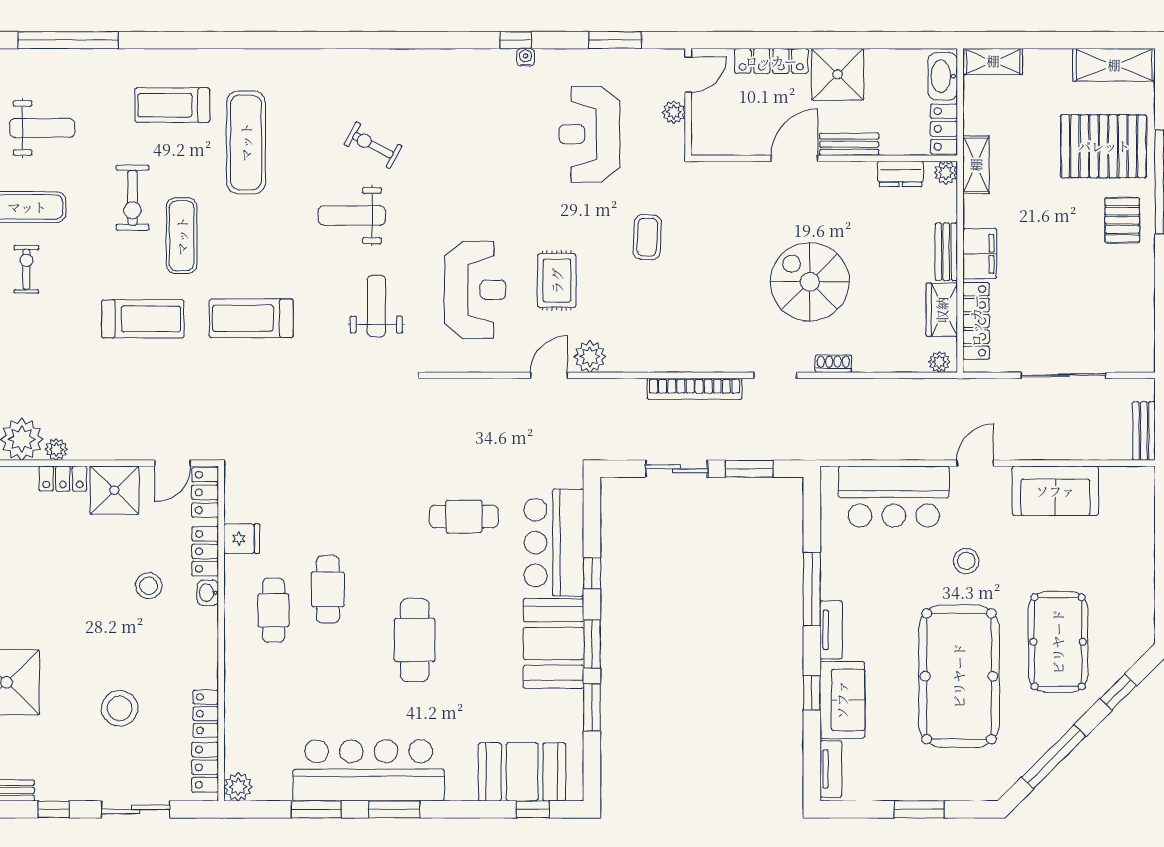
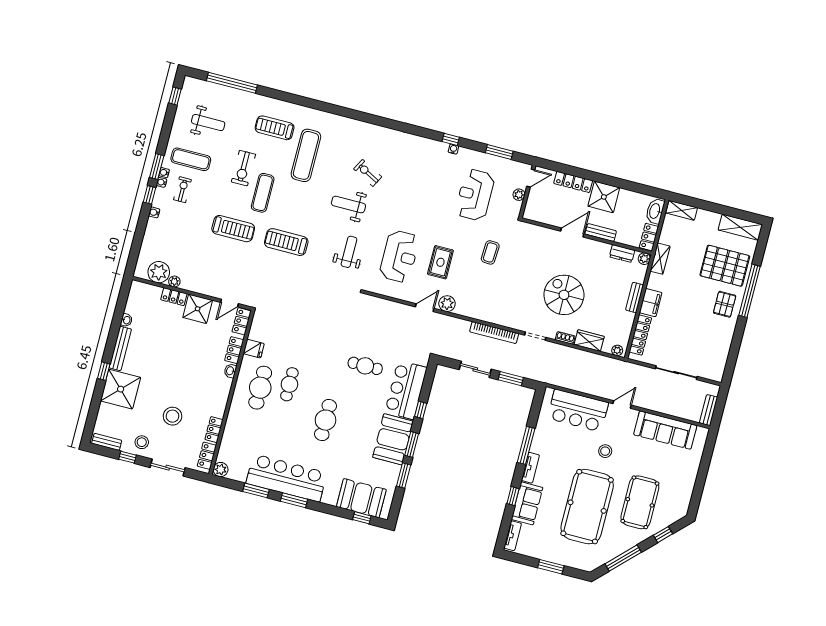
wardrobe: (942, 310) -> (589, 341), moved, turned 90
sofa: (1055, 491) -> (665, 430), width x1.36
stool: (149, 586) -> (142, 442), moved
cafe table: (274, 610) -> (260, 388), width x1.37, depth x1.35

